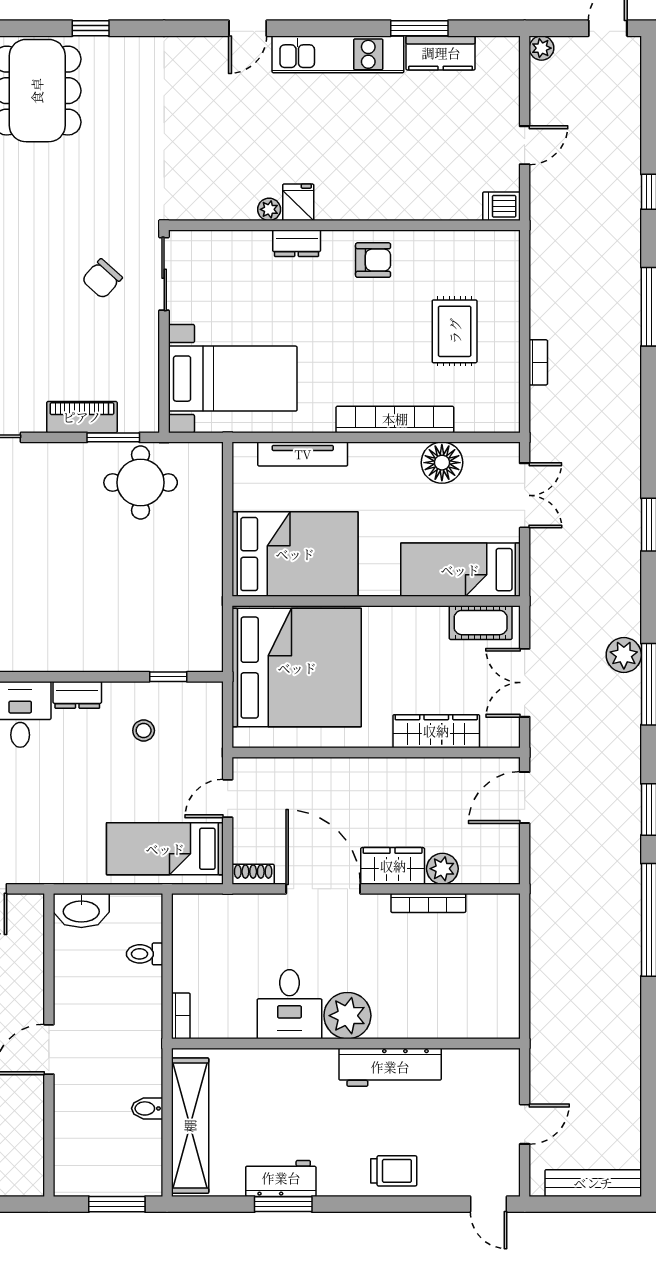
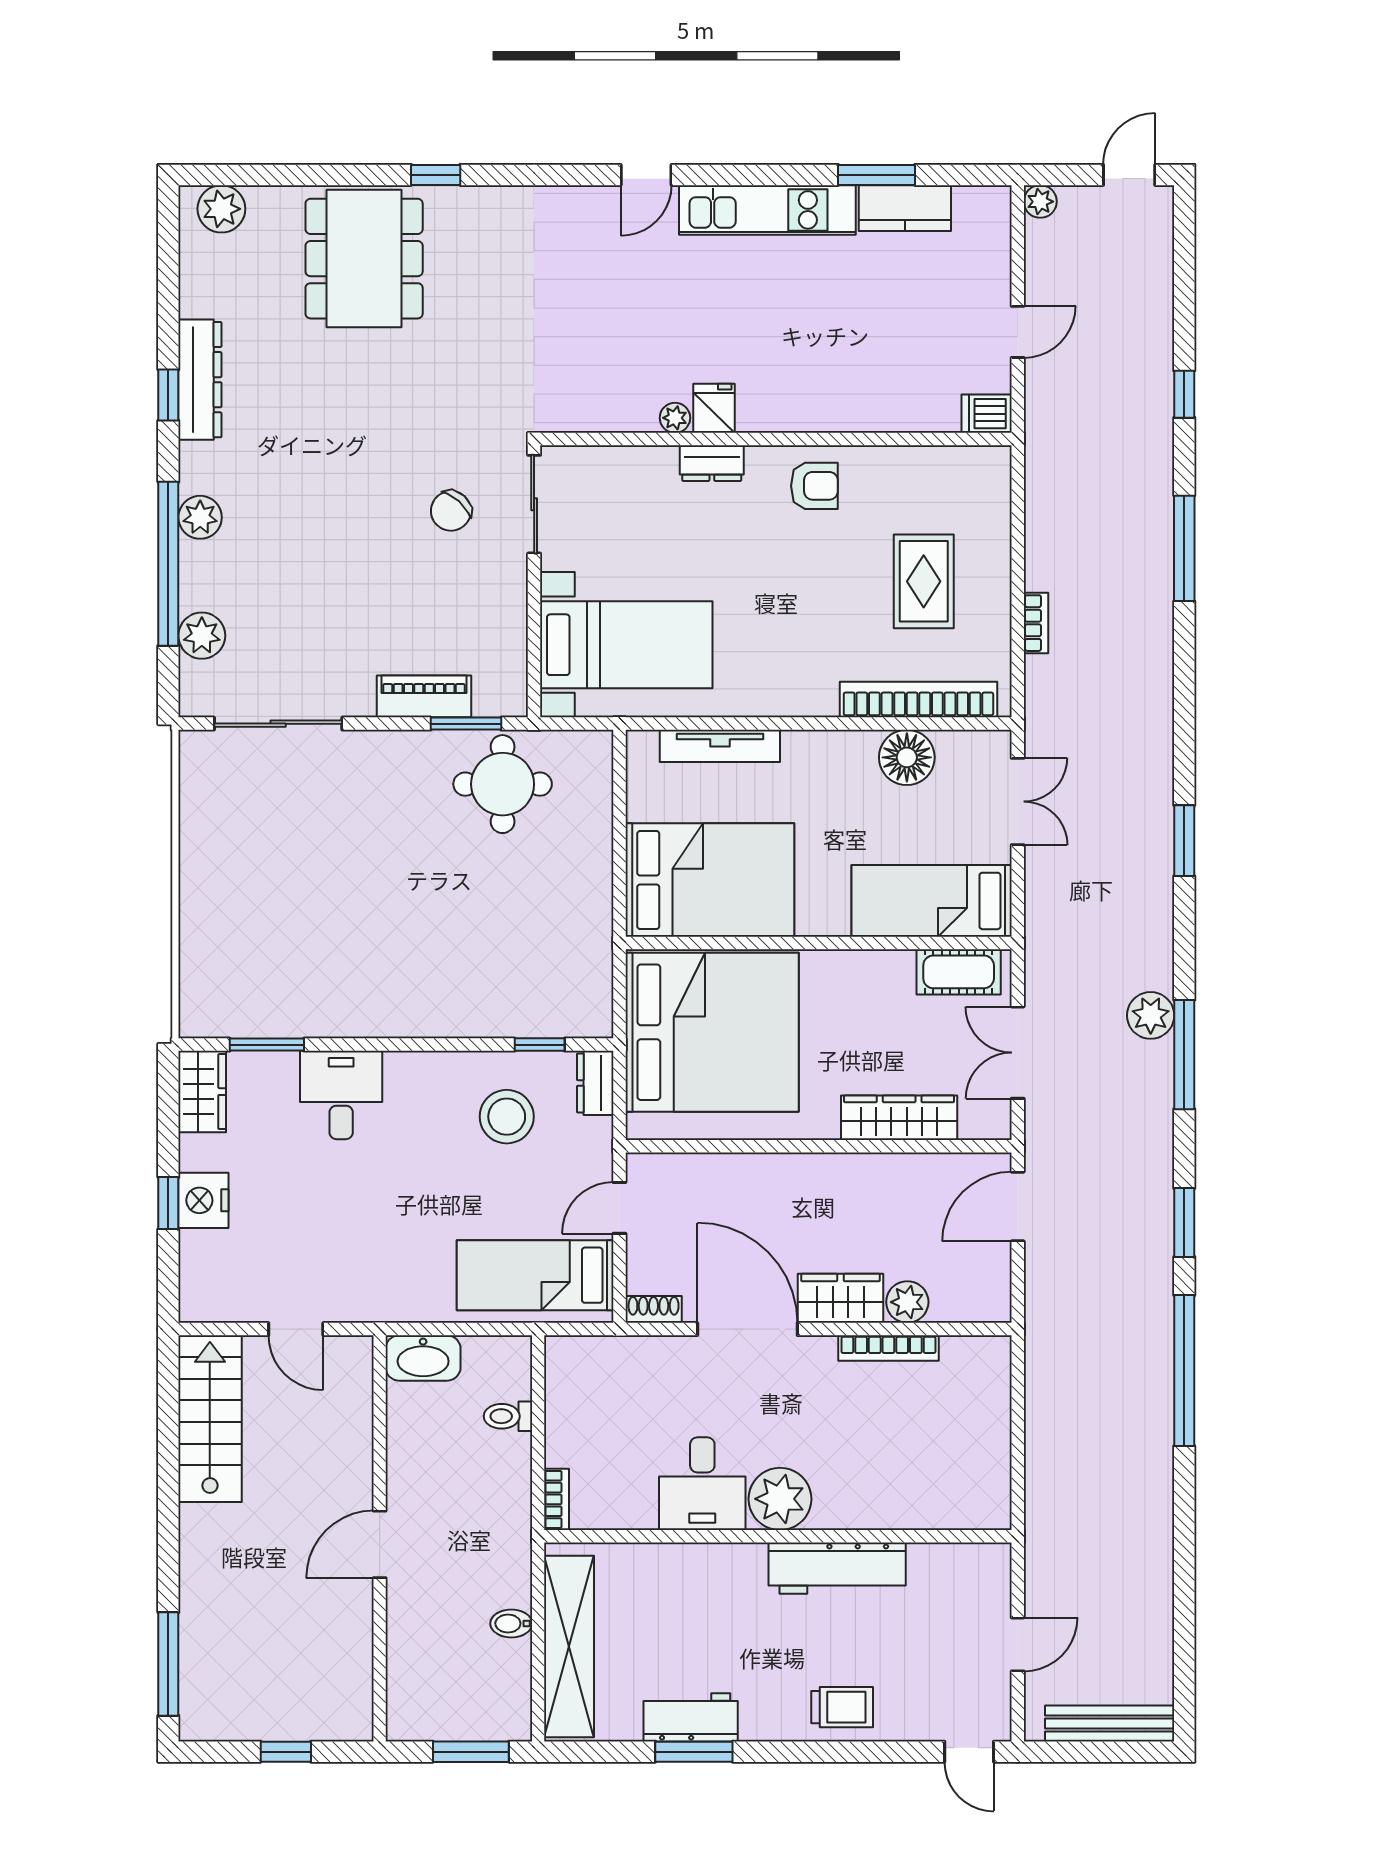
bookcase: (395, 419) -> (918, 700), moved
dresser: (77, 695) -> (595, 1083), moved, turned 90
stool: (144, 731) -> (507, 1117), width x1.89, depth x1.89

